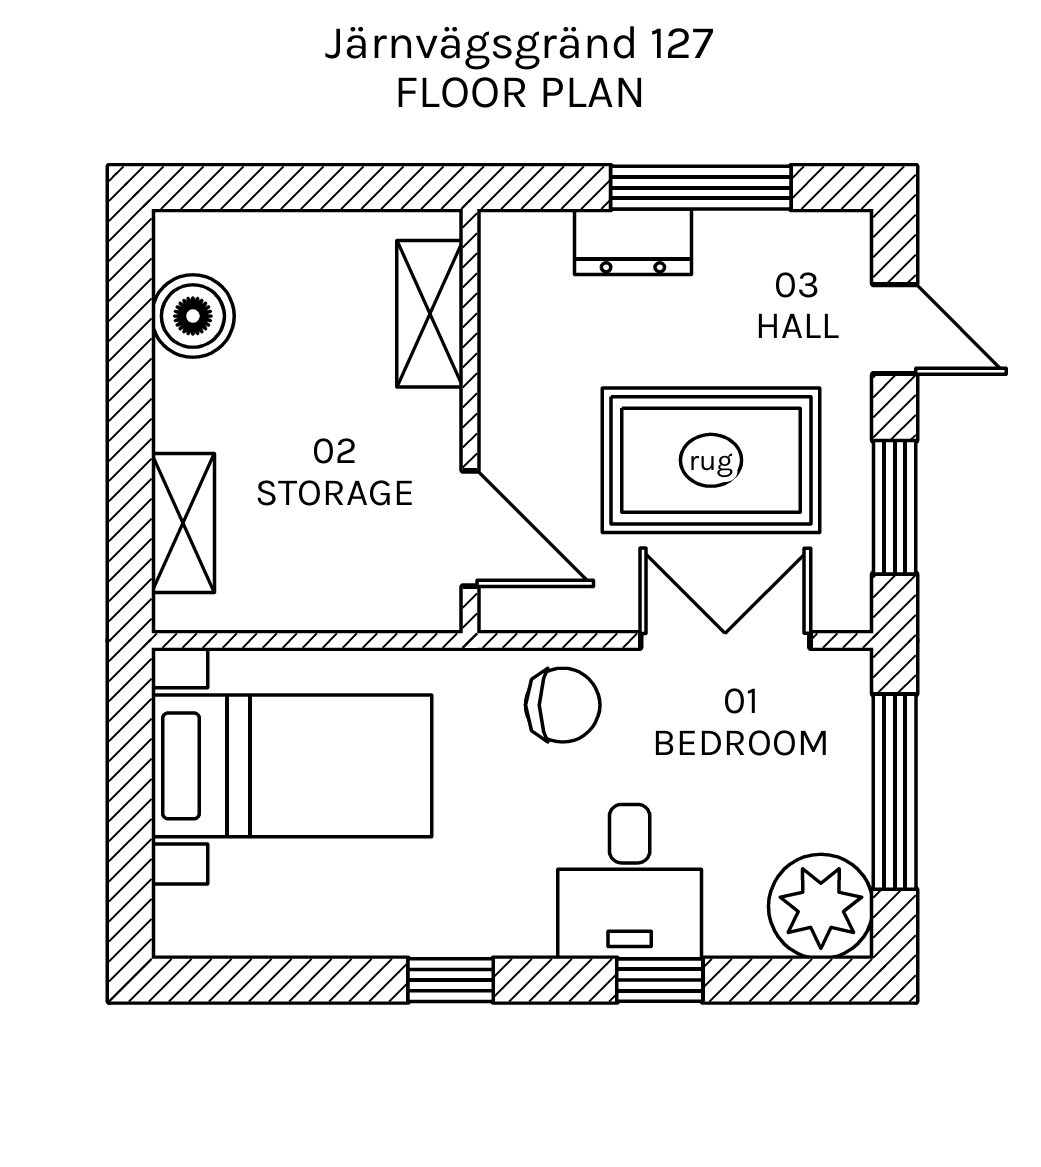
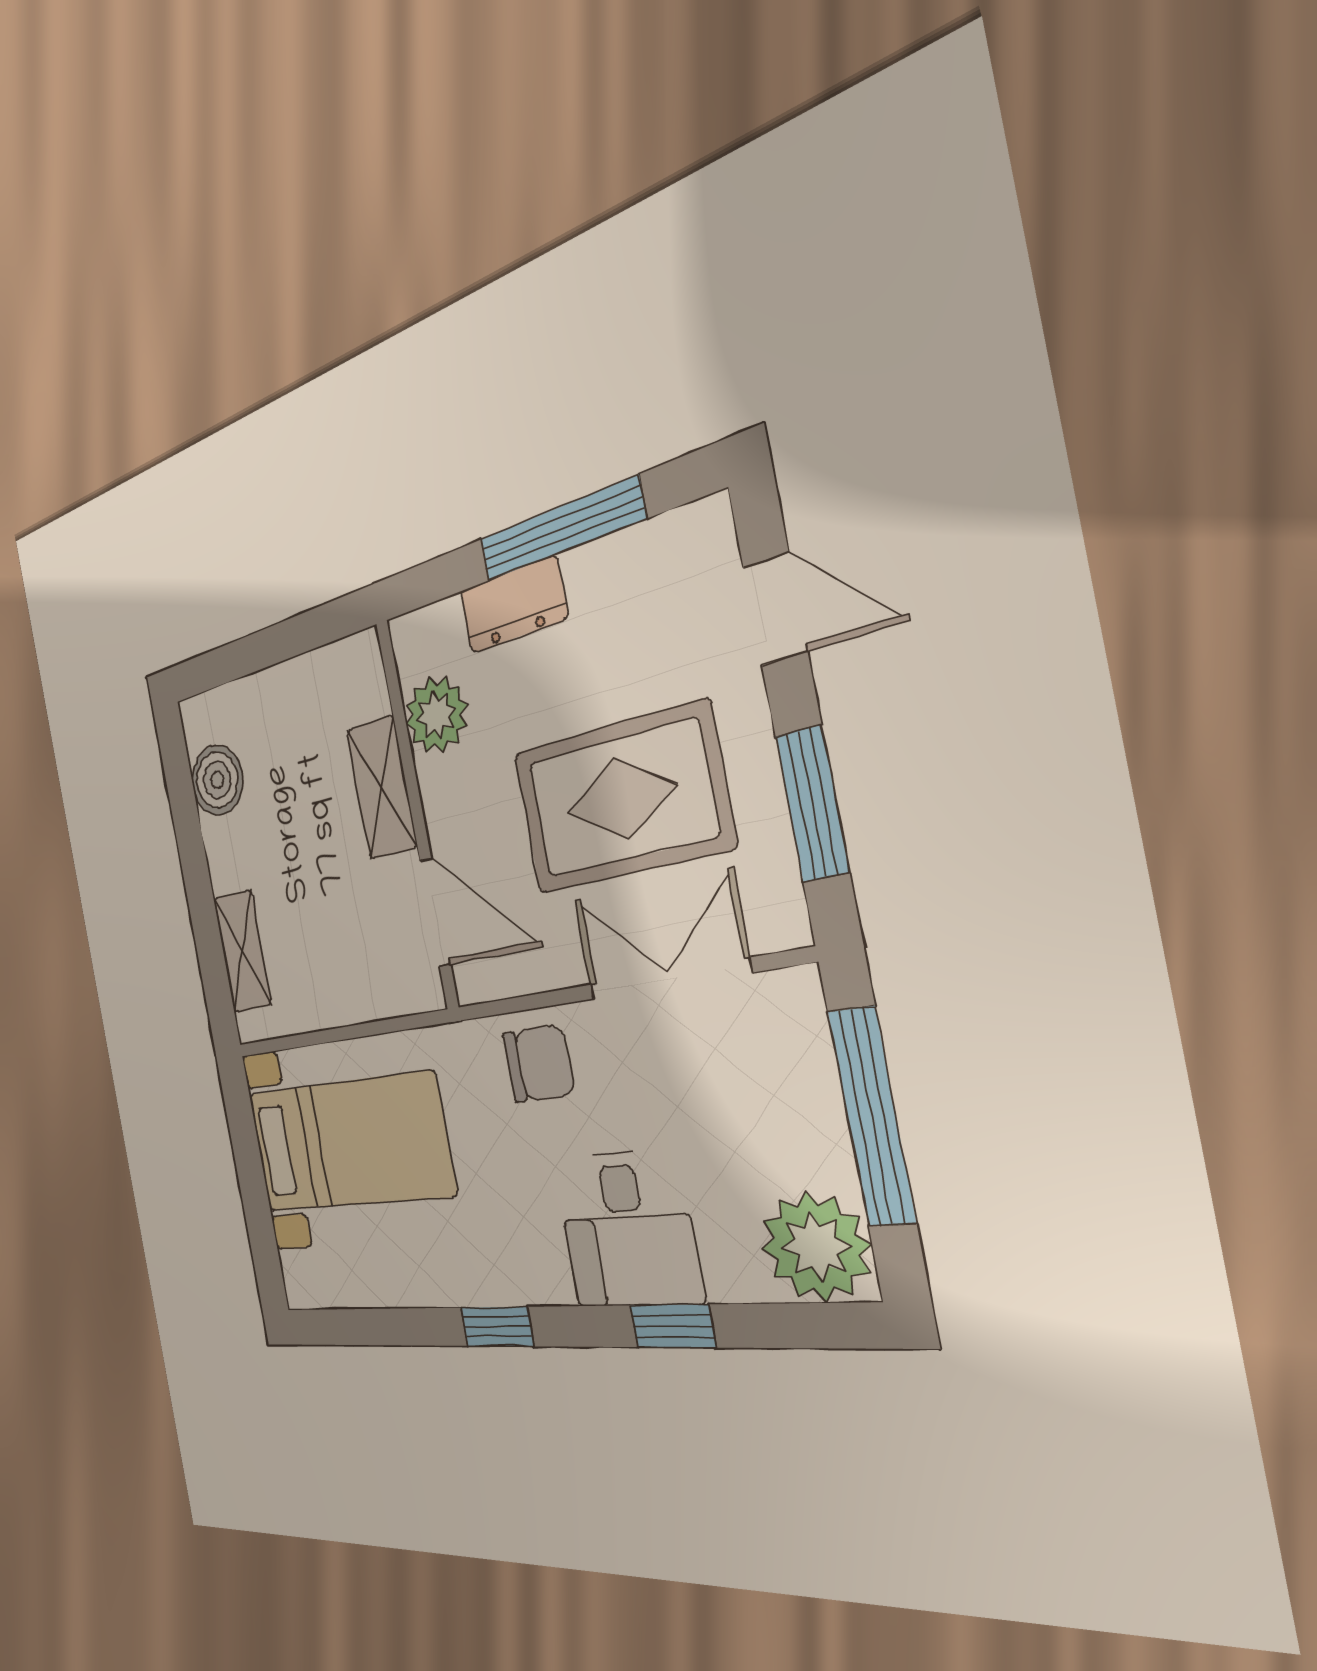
shelving: (430, 314) -> (382, 788), moved
plant: (518, 324) -> (436, 715), added

